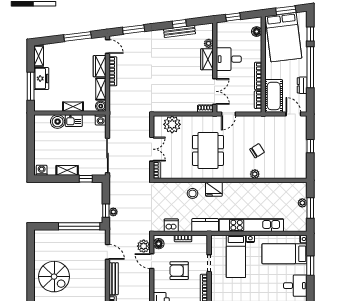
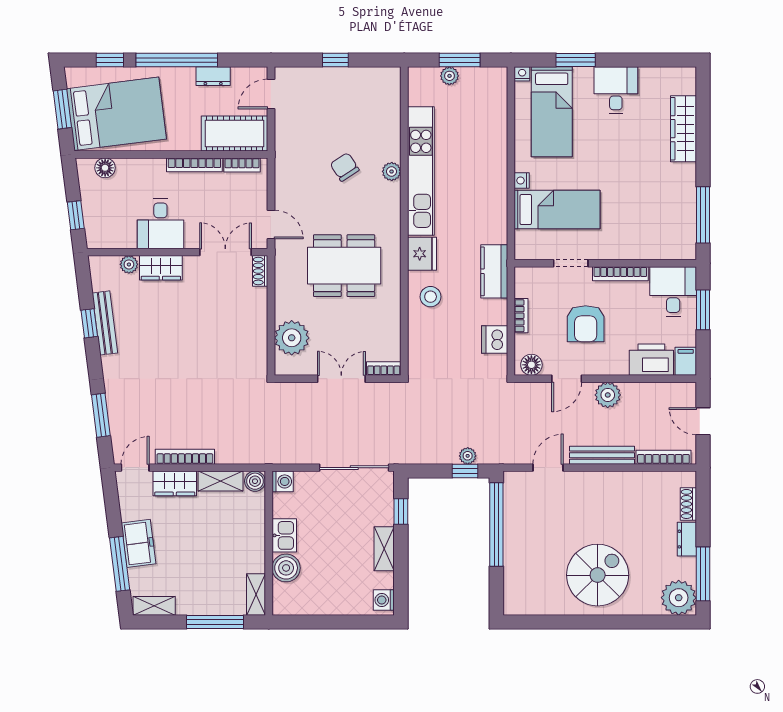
window: (78, 37) -> (120, 564), moved
freezer: (41, 79) -> (139, 543), moved, turned 83
shelving: (73, 107) -> (256, 594), moved
kitchen unit: (251, 225) -> (421, 171), moved, turned 180
plant: (144, 246) -> (608, 395), moved

